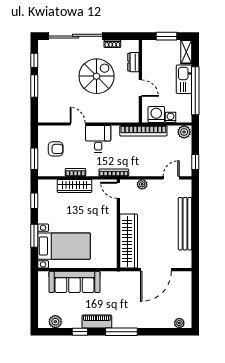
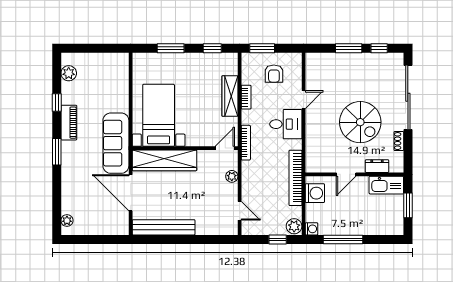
shelving: (186, 52) -> (389, 229), removed
kitchen sink: (184, 79) -> (386, 185), moved, turned 180
window: (195, 91) -> (343, 239), width x0.68
washing machine: (171, 117) -> (311, 229), moved
window: (195, 162) -> (278, 239), moved
bench: (185, 224) -> (164, 227), moved
bed with nightstands: (64, 246) -> (159, 115), moved, turned 180
sofa: (74, 282) -> (116, 143), moved
window: (121, 332) -> (57, 152), width x0.69

